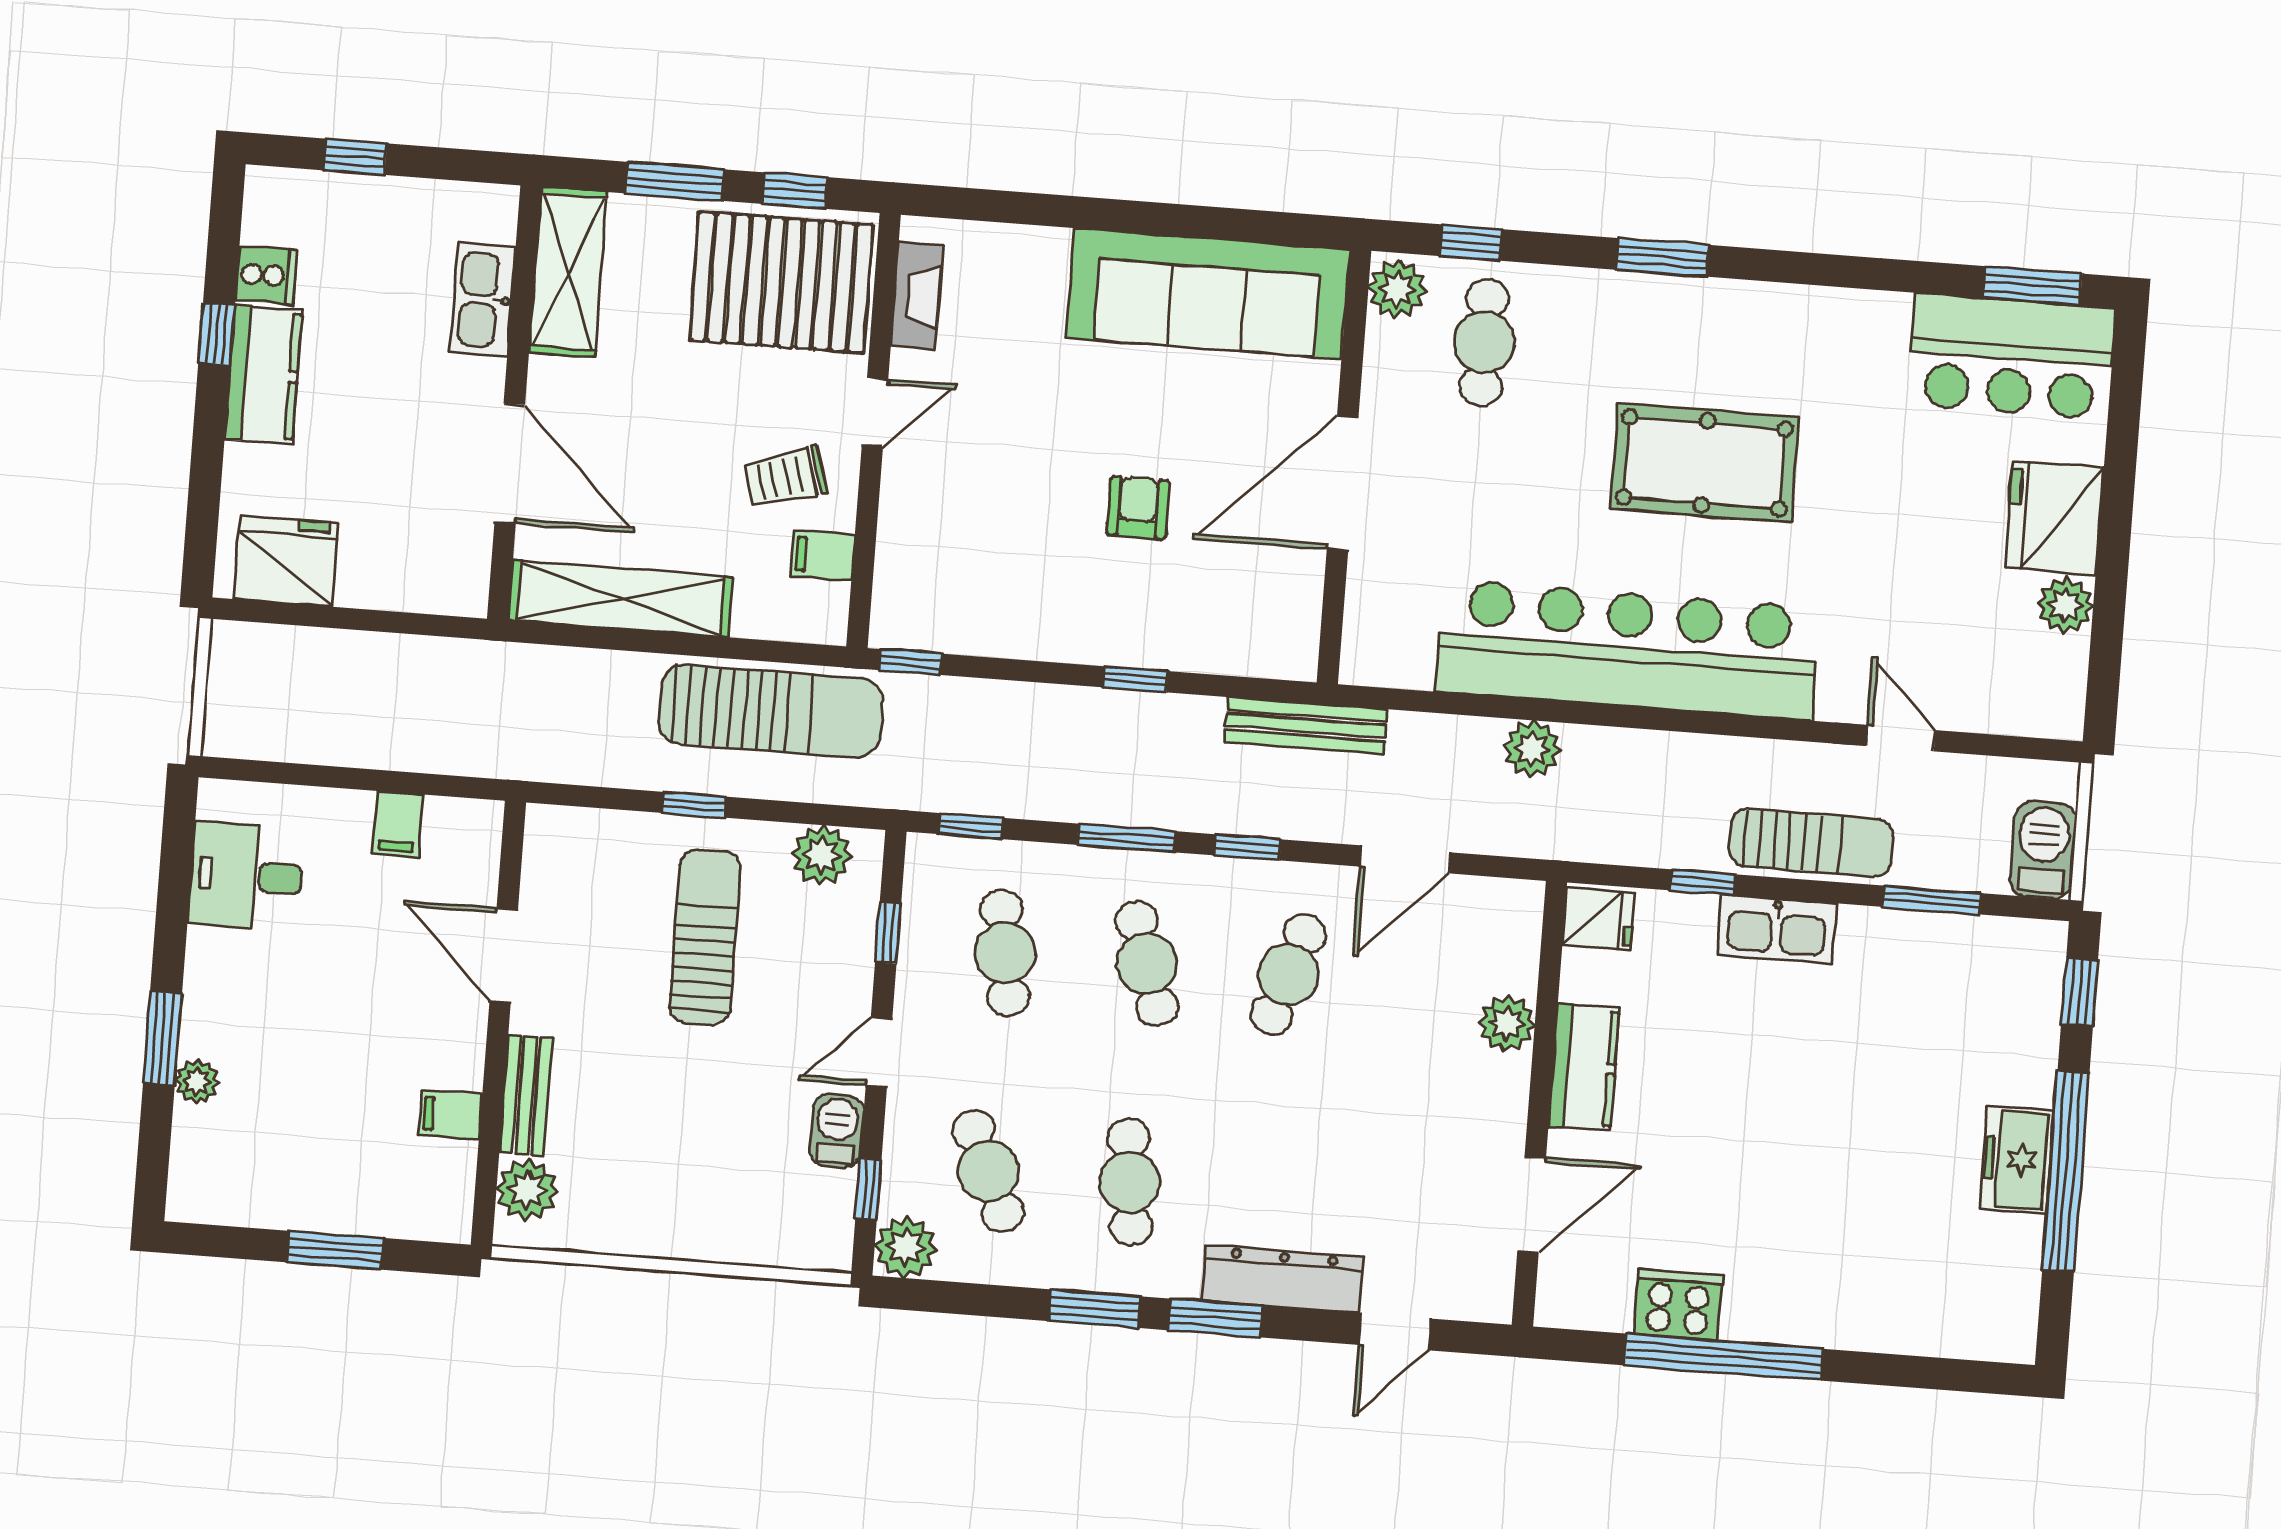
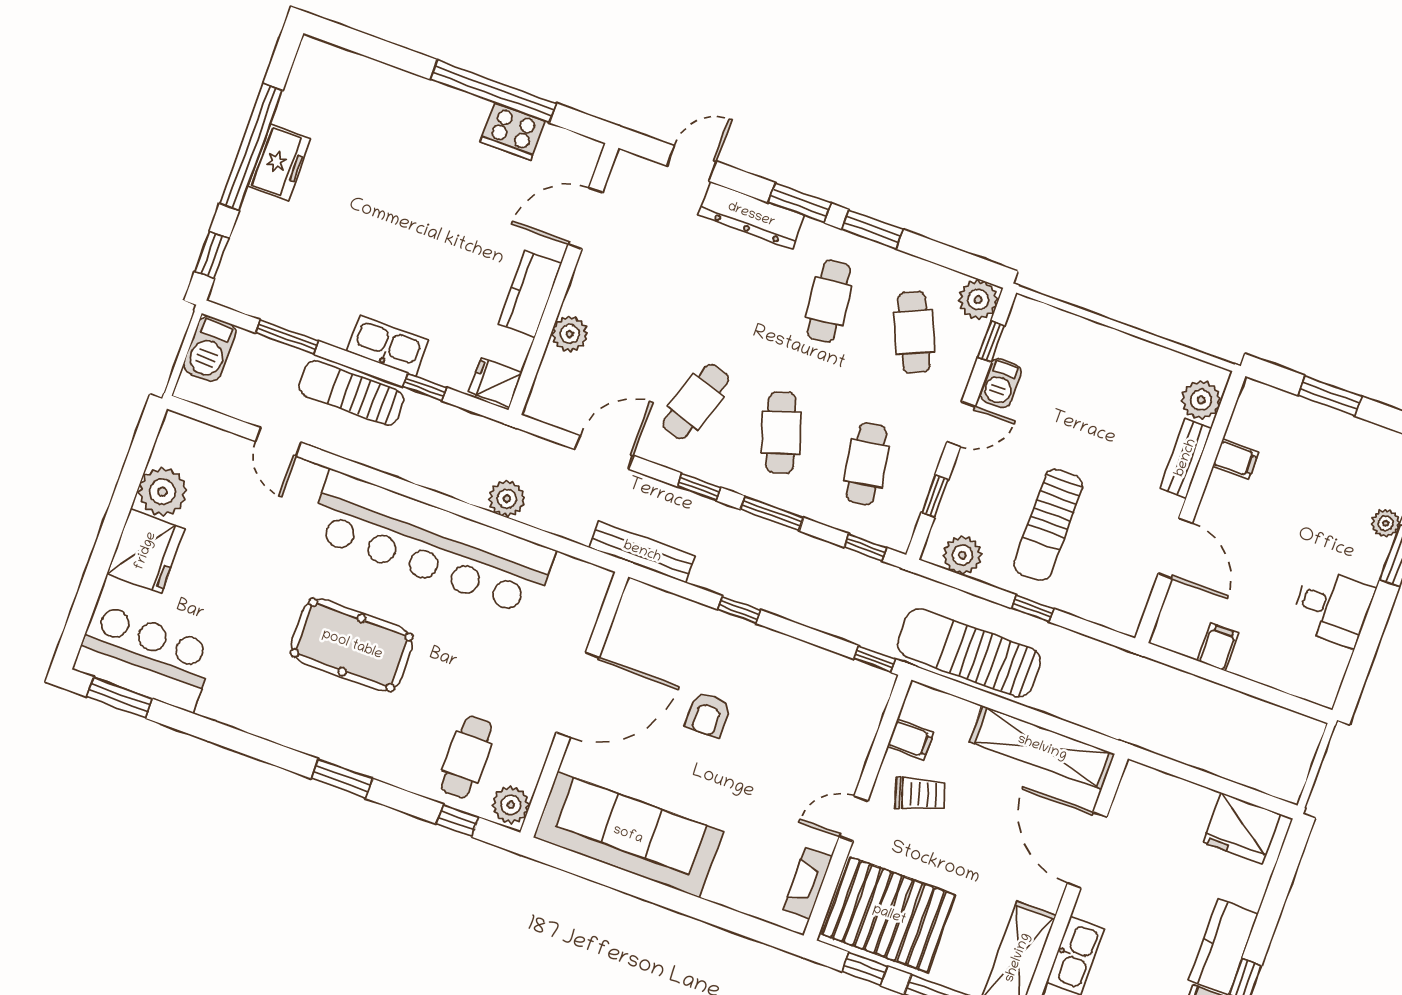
plant: (2065, 605) -> (162, 492), width x1.36, depth x1.36
desk: (246, 876) -> (1332, 607), moved

